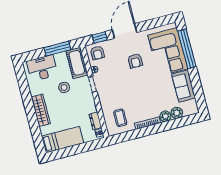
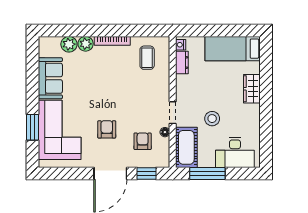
window: (187, 49) -> (33, 127), width x0.47
armchair: (97, 53) -> (143, 141), moved
wardrobe: (41, 110) -> (252, 89), width x0.67

